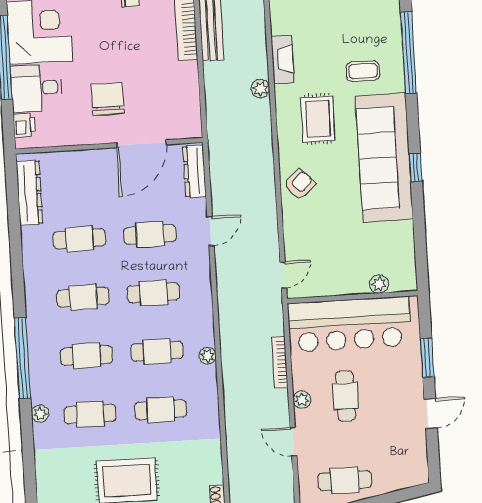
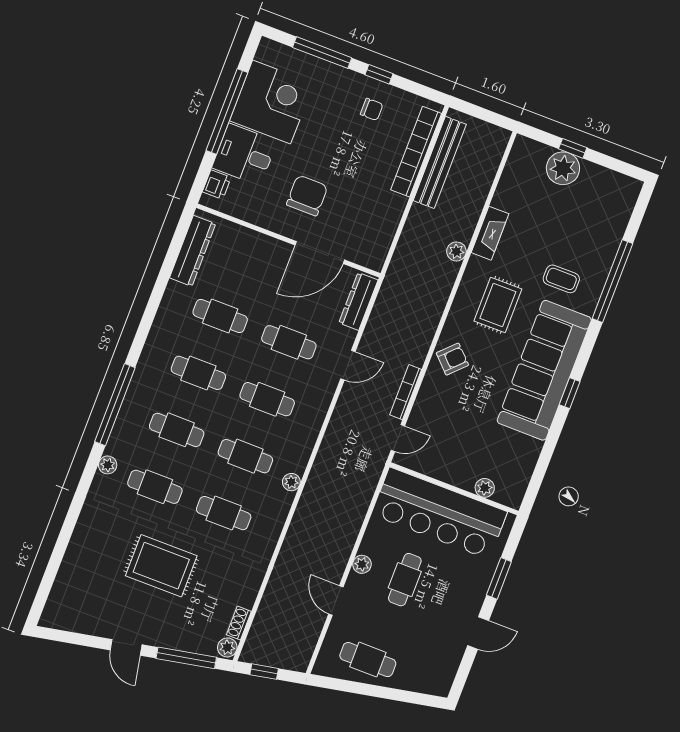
bookcase: (280, 362) -> (406, 392), moved

